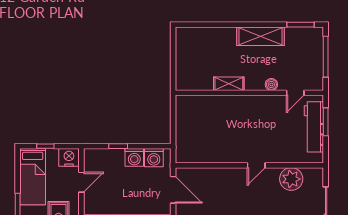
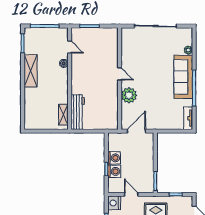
shelving: (229, 84) -> (63, 115), moved
workbench: (314, 127) -> (78, 112), moved, turned -90
washing machine: (154, 158) -> (114, 171), moved
plant: (291, 179) -> (129, 95), moved

